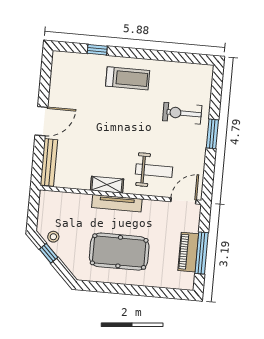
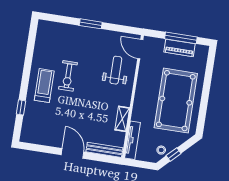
exercise bike: (182, 113) -> (68, 76), moved
shelving: (107, 185) -> (122, 119), moved
tv unit: (117, 203) -> (133, 140), moved
pool table: (119, 252) -> (176, 101), width x1.36, depth x1.32

